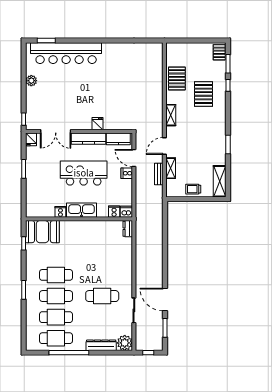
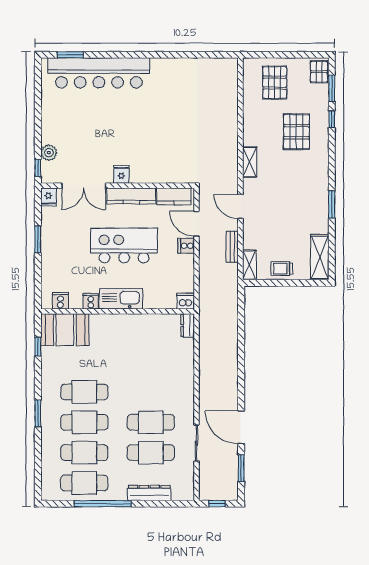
pallet: (177, 78) -> (275, 83), moved
plant: (31, 81) -> (49, 153), moved
fridge: (97, 124) -> (121, 174), moved
door: (164, 146) -> (240, 206), hinge flipped
shelving: (171, 168) -> (249, 265), moved
cooker: (114, 212) -> (60, 301), moved
cafe table: (102, 317) -> (151, 453), added
plant: (125, 343) -> (183, 490), removed

